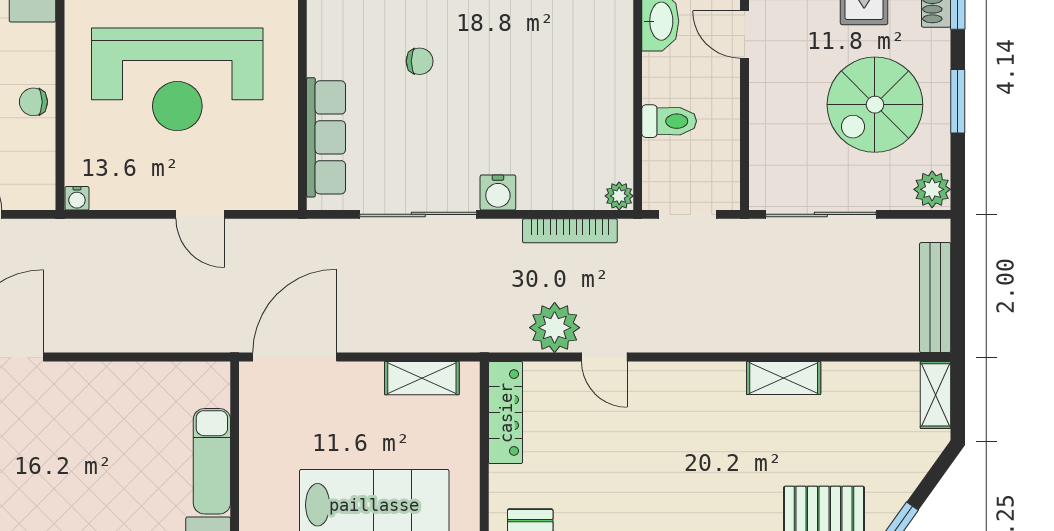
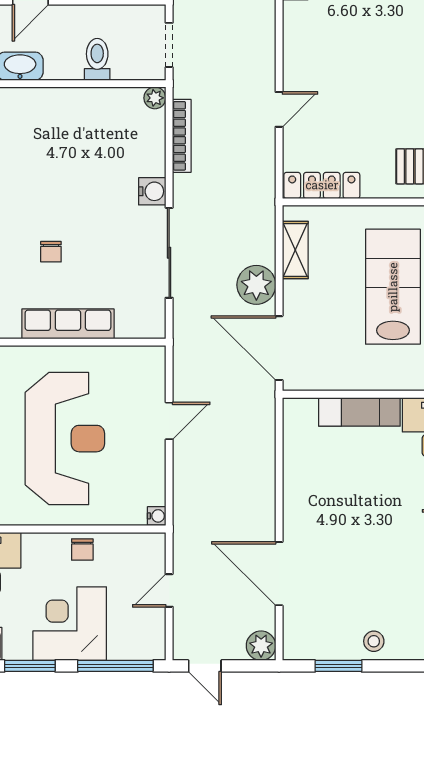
chair: (420, 61) -> (51, 252), turned 180
row of seats: (326, 137) -> (68, 324), moved
plant: (555, 328) -> (256, 285), moved

